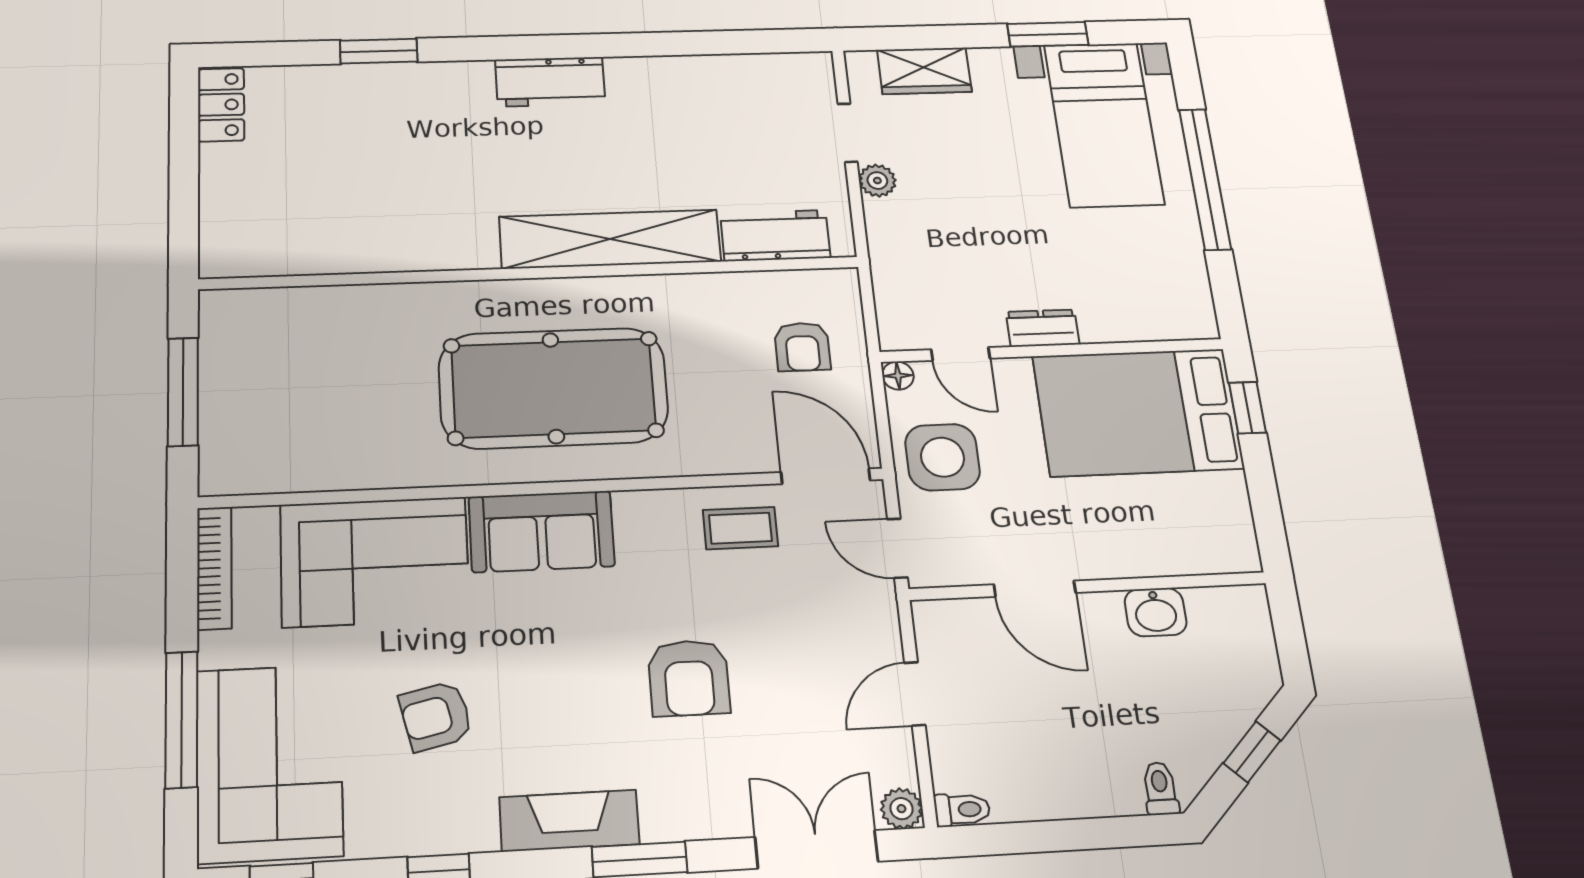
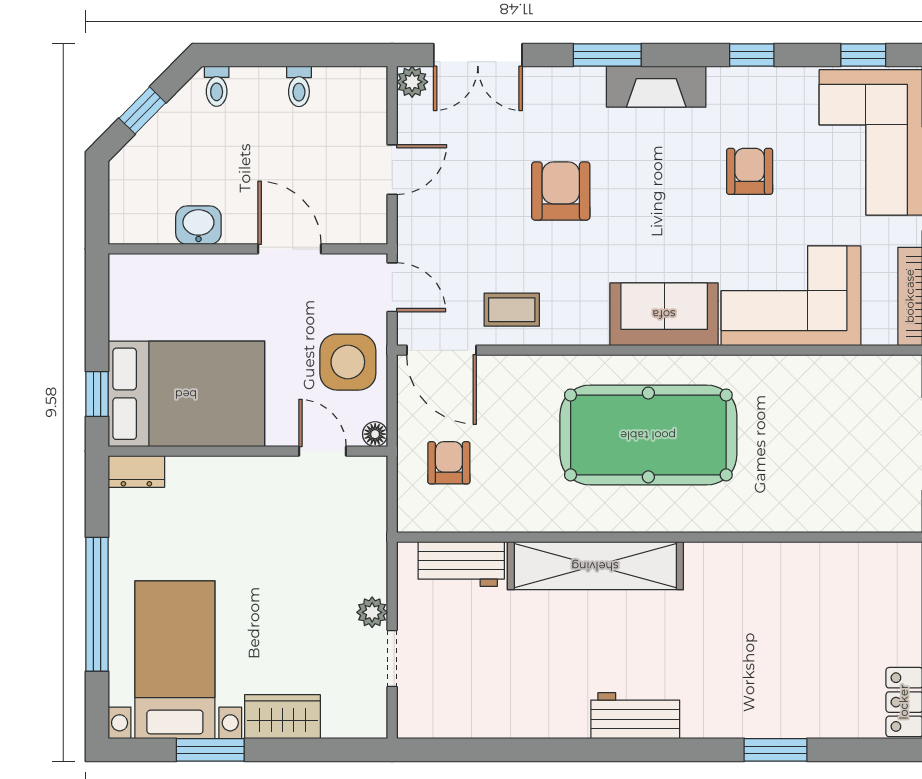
wardrobe: (924, 71) -> (282, 717), moved
dresser: (1043, 328) -> (136, 471), moved
armchair: (436, 716) -> (750, 171), turned -77
toilet: (962, 810) -> (299, 86), moved, turned -90

